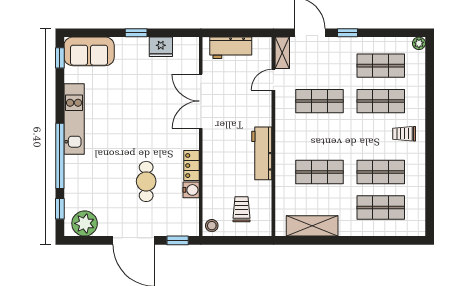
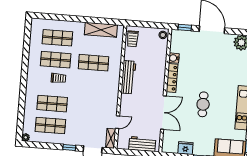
shop shelf: (320, 101) -> (90, 107), removed
trolley: (404, 134) -> (59, 78), moved
locker: (192, 166) -> (172, 78), width x1.53
cafe table: (146, 181) -> (203, 104), moved
trolley: (242, 209) -> (133, 39), moved

